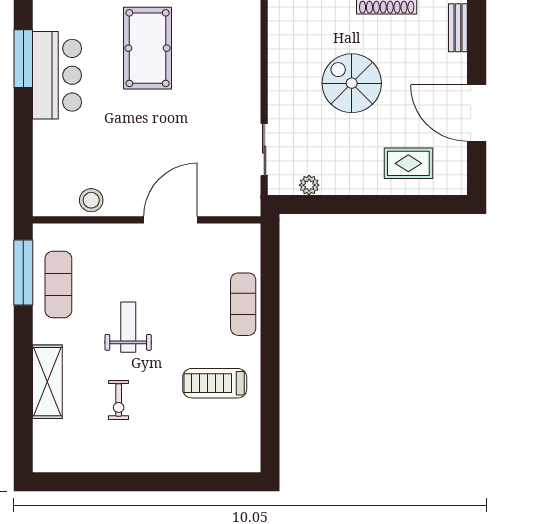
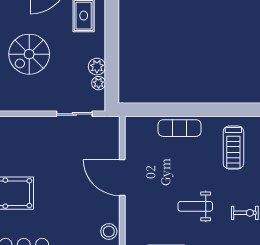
plant: (333, 183) -> (97, 67), added

